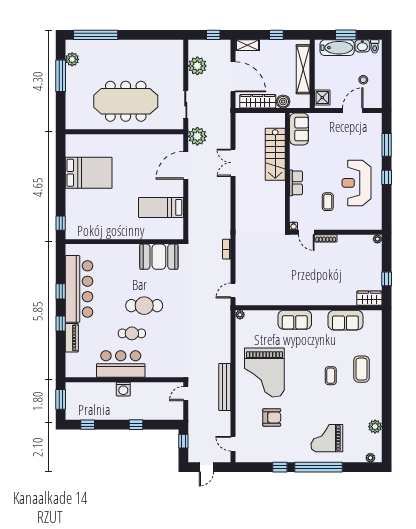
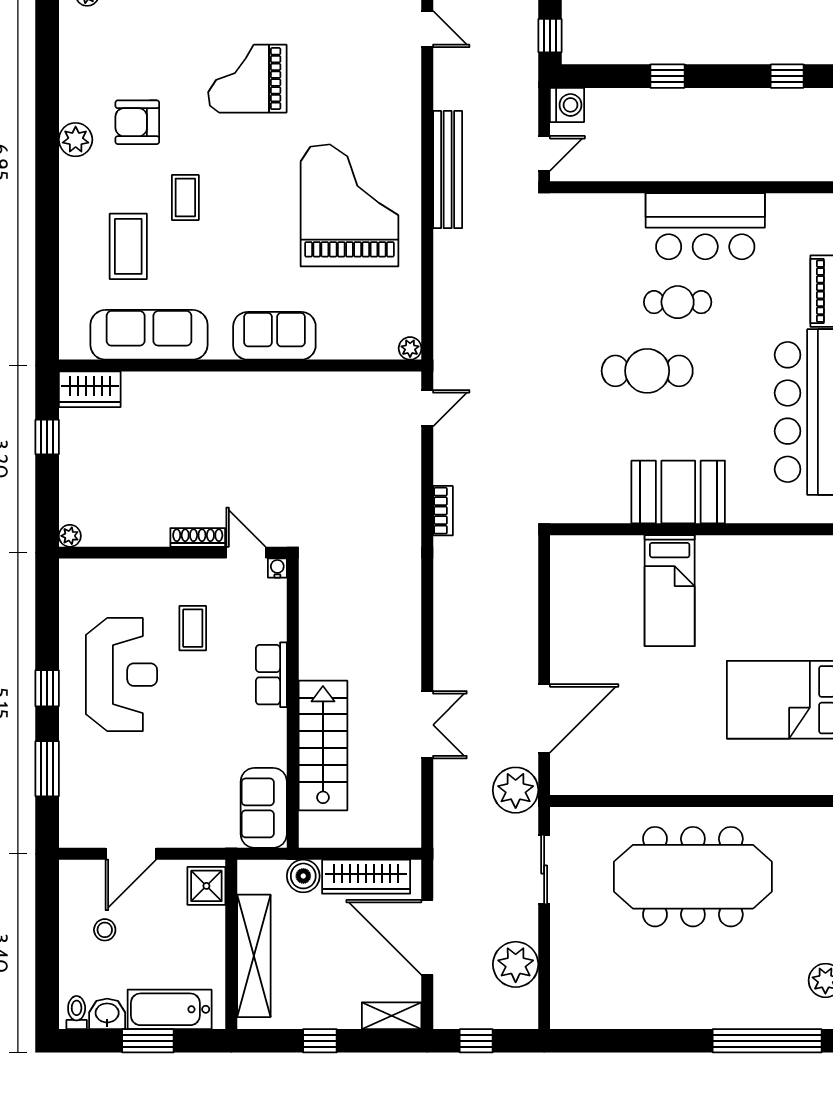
bed: (161, 207) -> (670, 591), moved, turned 90
booth: (159, 257) -> (678, 492), moved
sofa: (345, 320) -> (149, 335), width x1.36
coffee table: (362, 369) -> (128, 246), moved
washing machine: (123, 389) -> (567, 105), moved, turned 90
armchair: (272, 417) -> (137, 122), moved
plant: (375, 427) -> (76, 140), moved
grand piano: (327, 438) -> (247, 79), moved, turned 180

